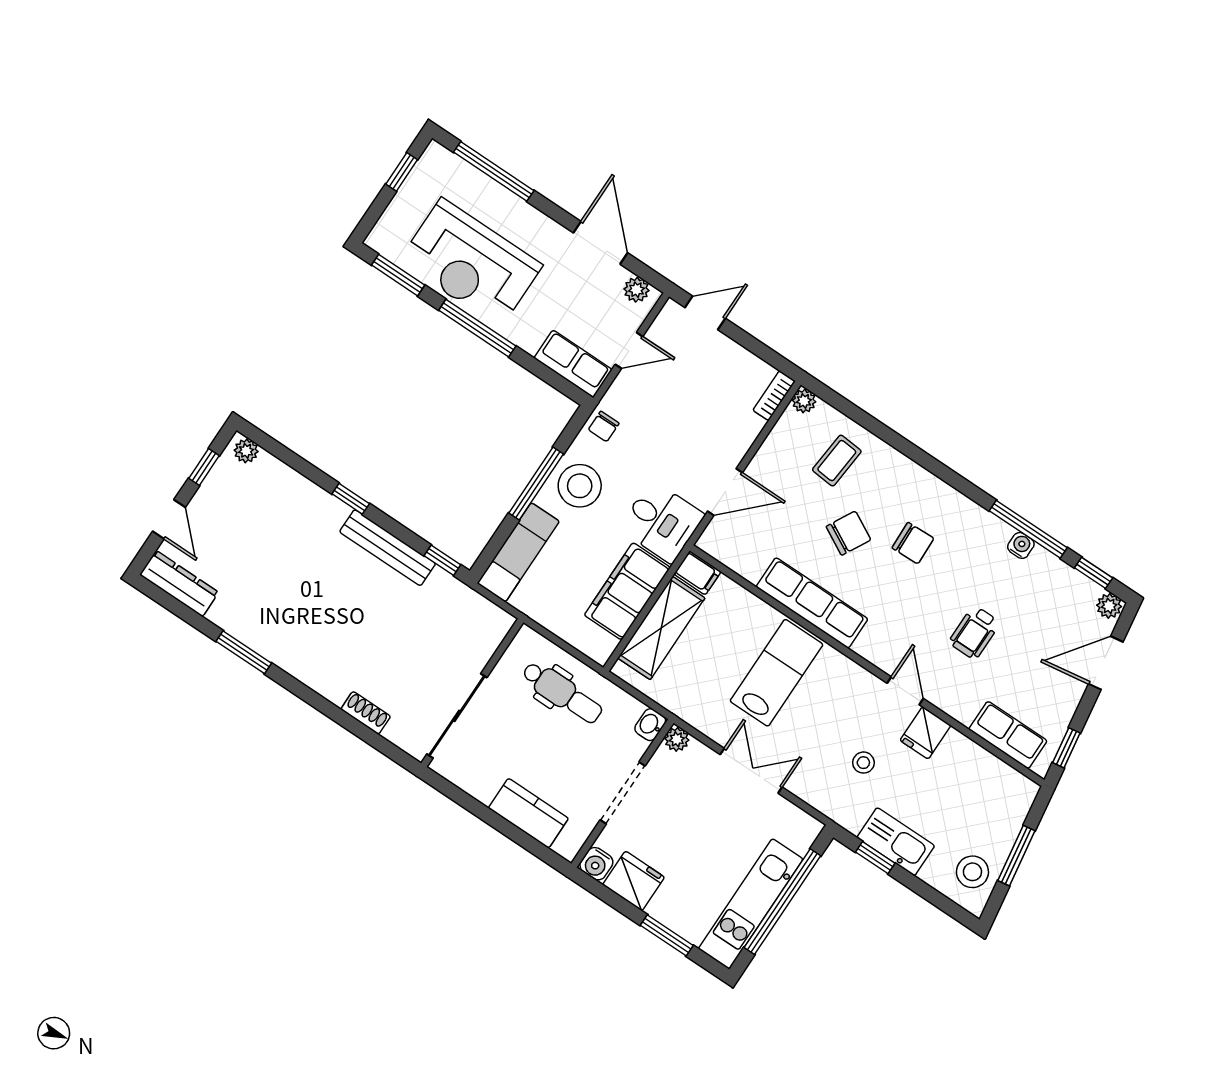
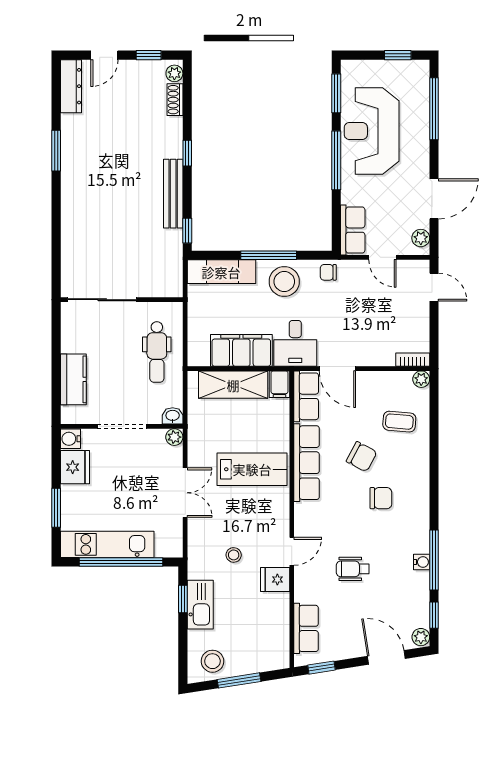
chair: (913, 543) -> (381, 498), turned -88
row of seats: (733, 551) -> (306, 396), added
shoe rack: (366, 713) -> (175, 100), moved, turned 180

